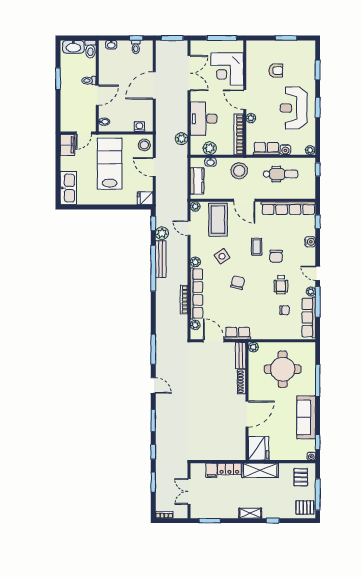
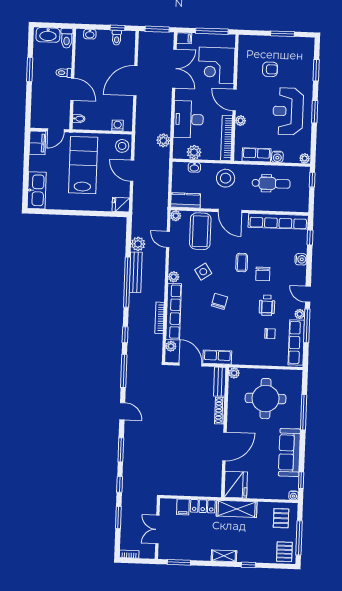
filing cabinet: (197, 45) -> (184, 38), added
door: (97, 95) -> (72, 89), hinge flipped
kitchen counter: (197, 181) -> (186, 200), moved, turned -90
window: (153, 223) -> (125, 335), moved
pallet: (305, 507) -> (284, 552), turned 90

